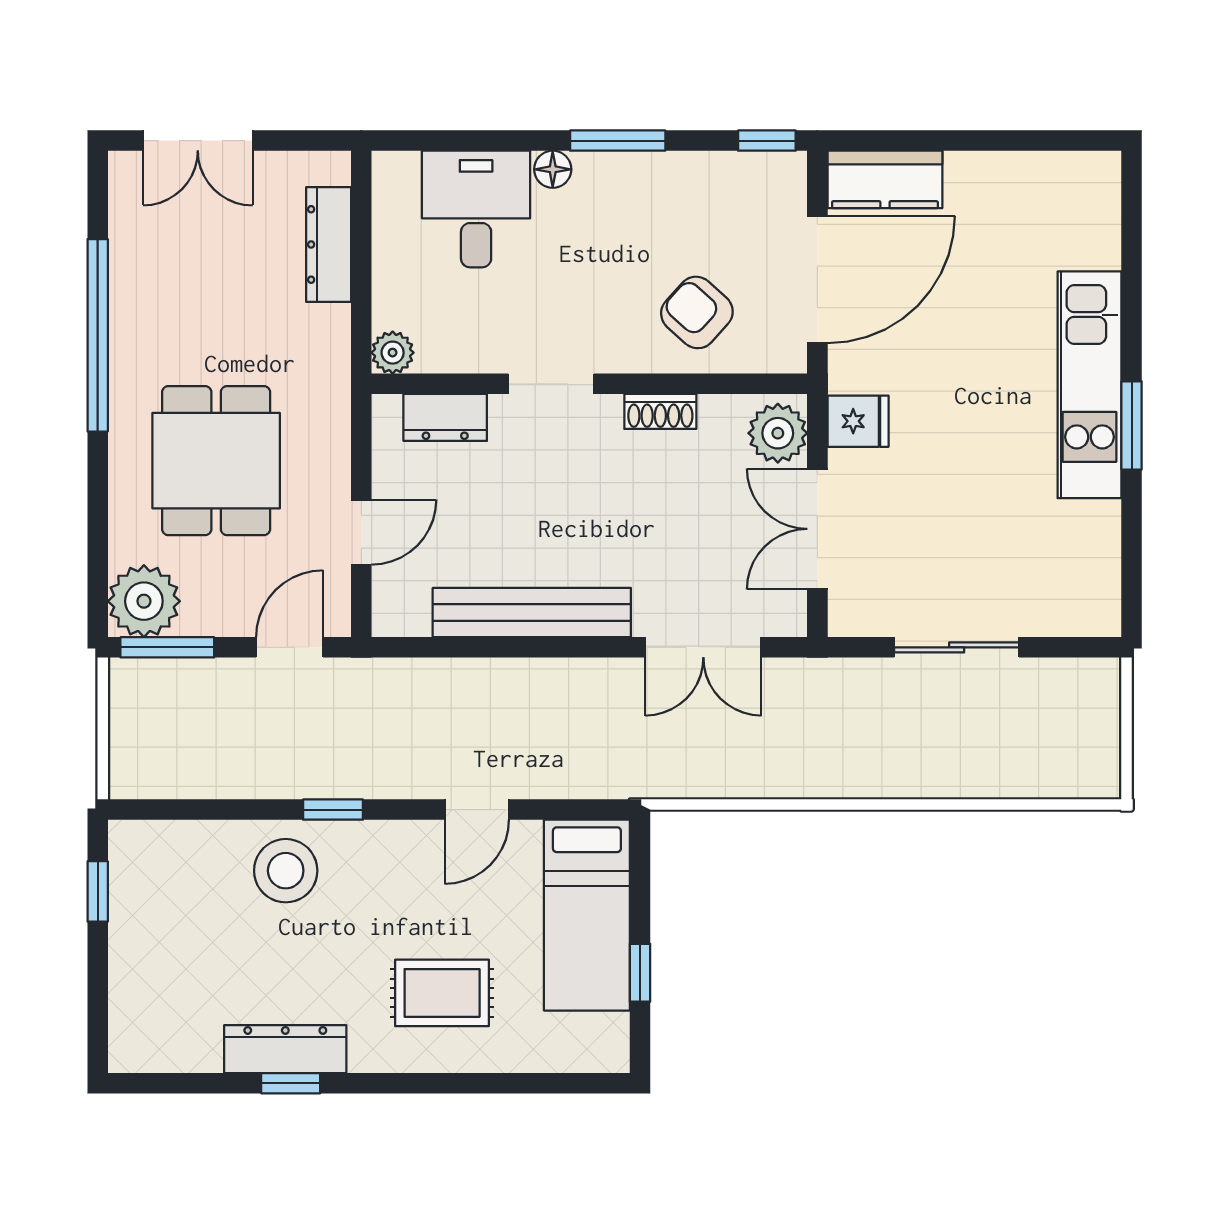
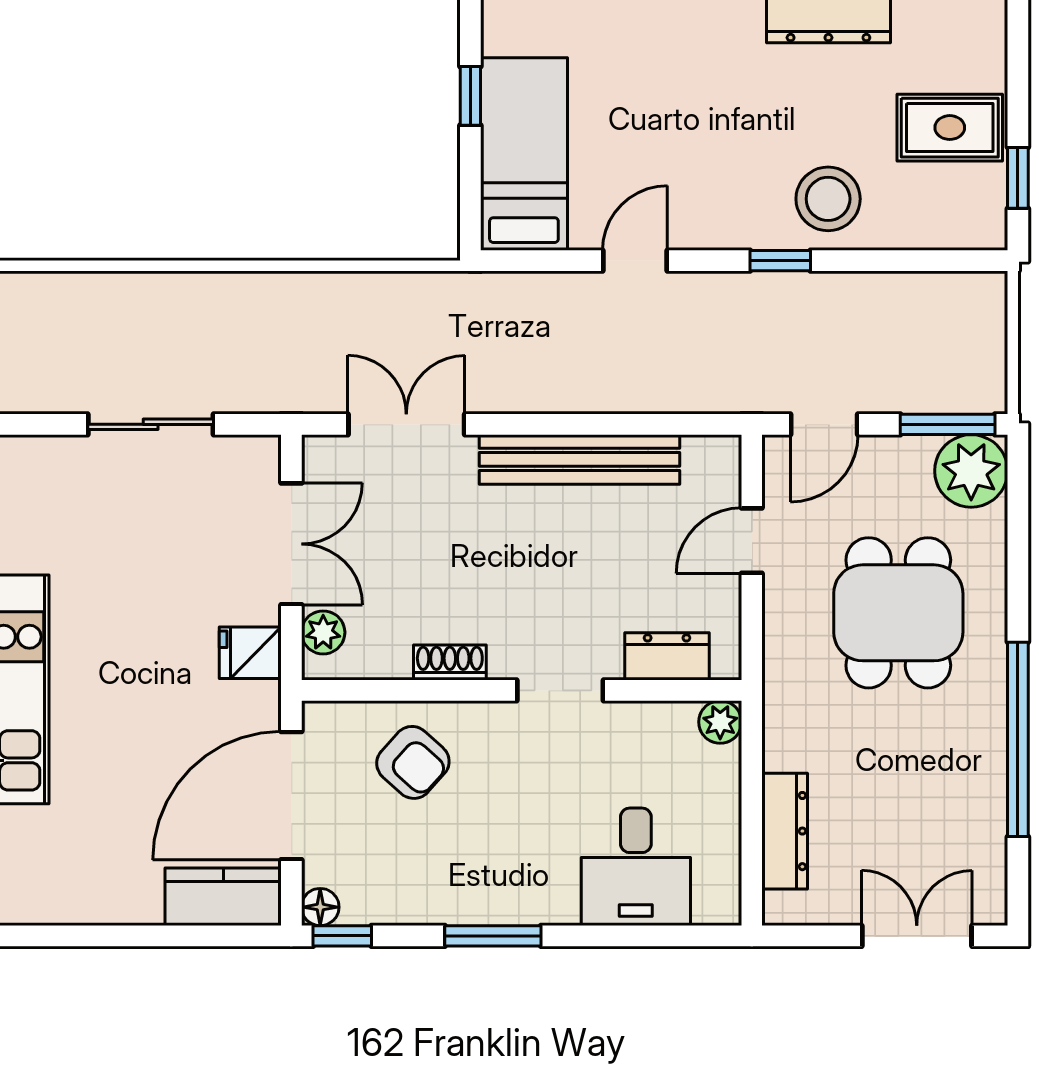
floor lamp: (553, 169) -> (320, 907), moved
plant: (778, 433) -> (323, 632), width x0.73, depth x0.73
rug: (442, 993) -> (950, 128), moved

